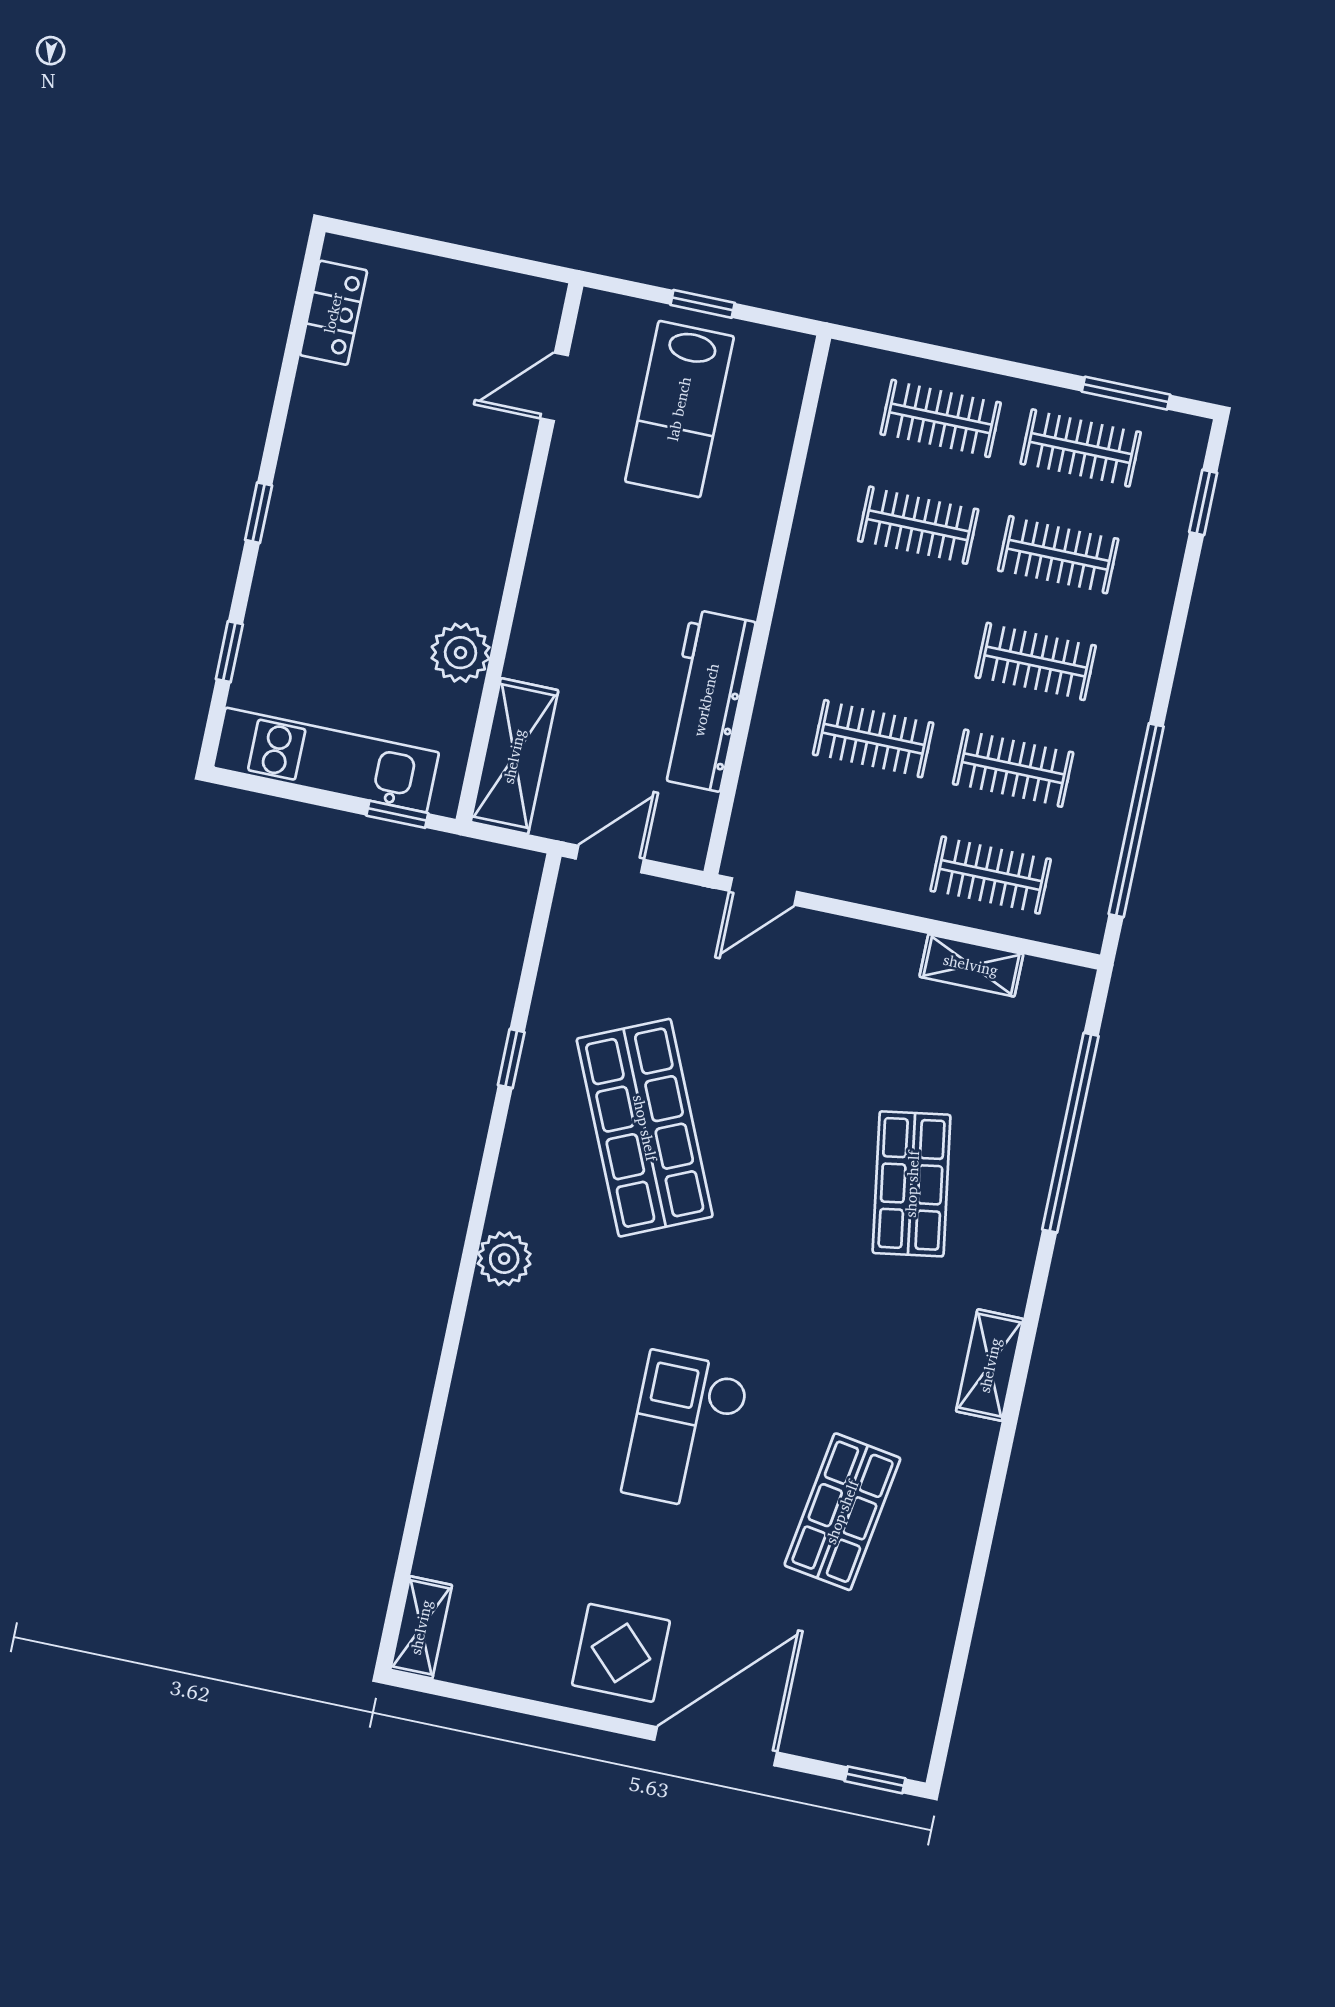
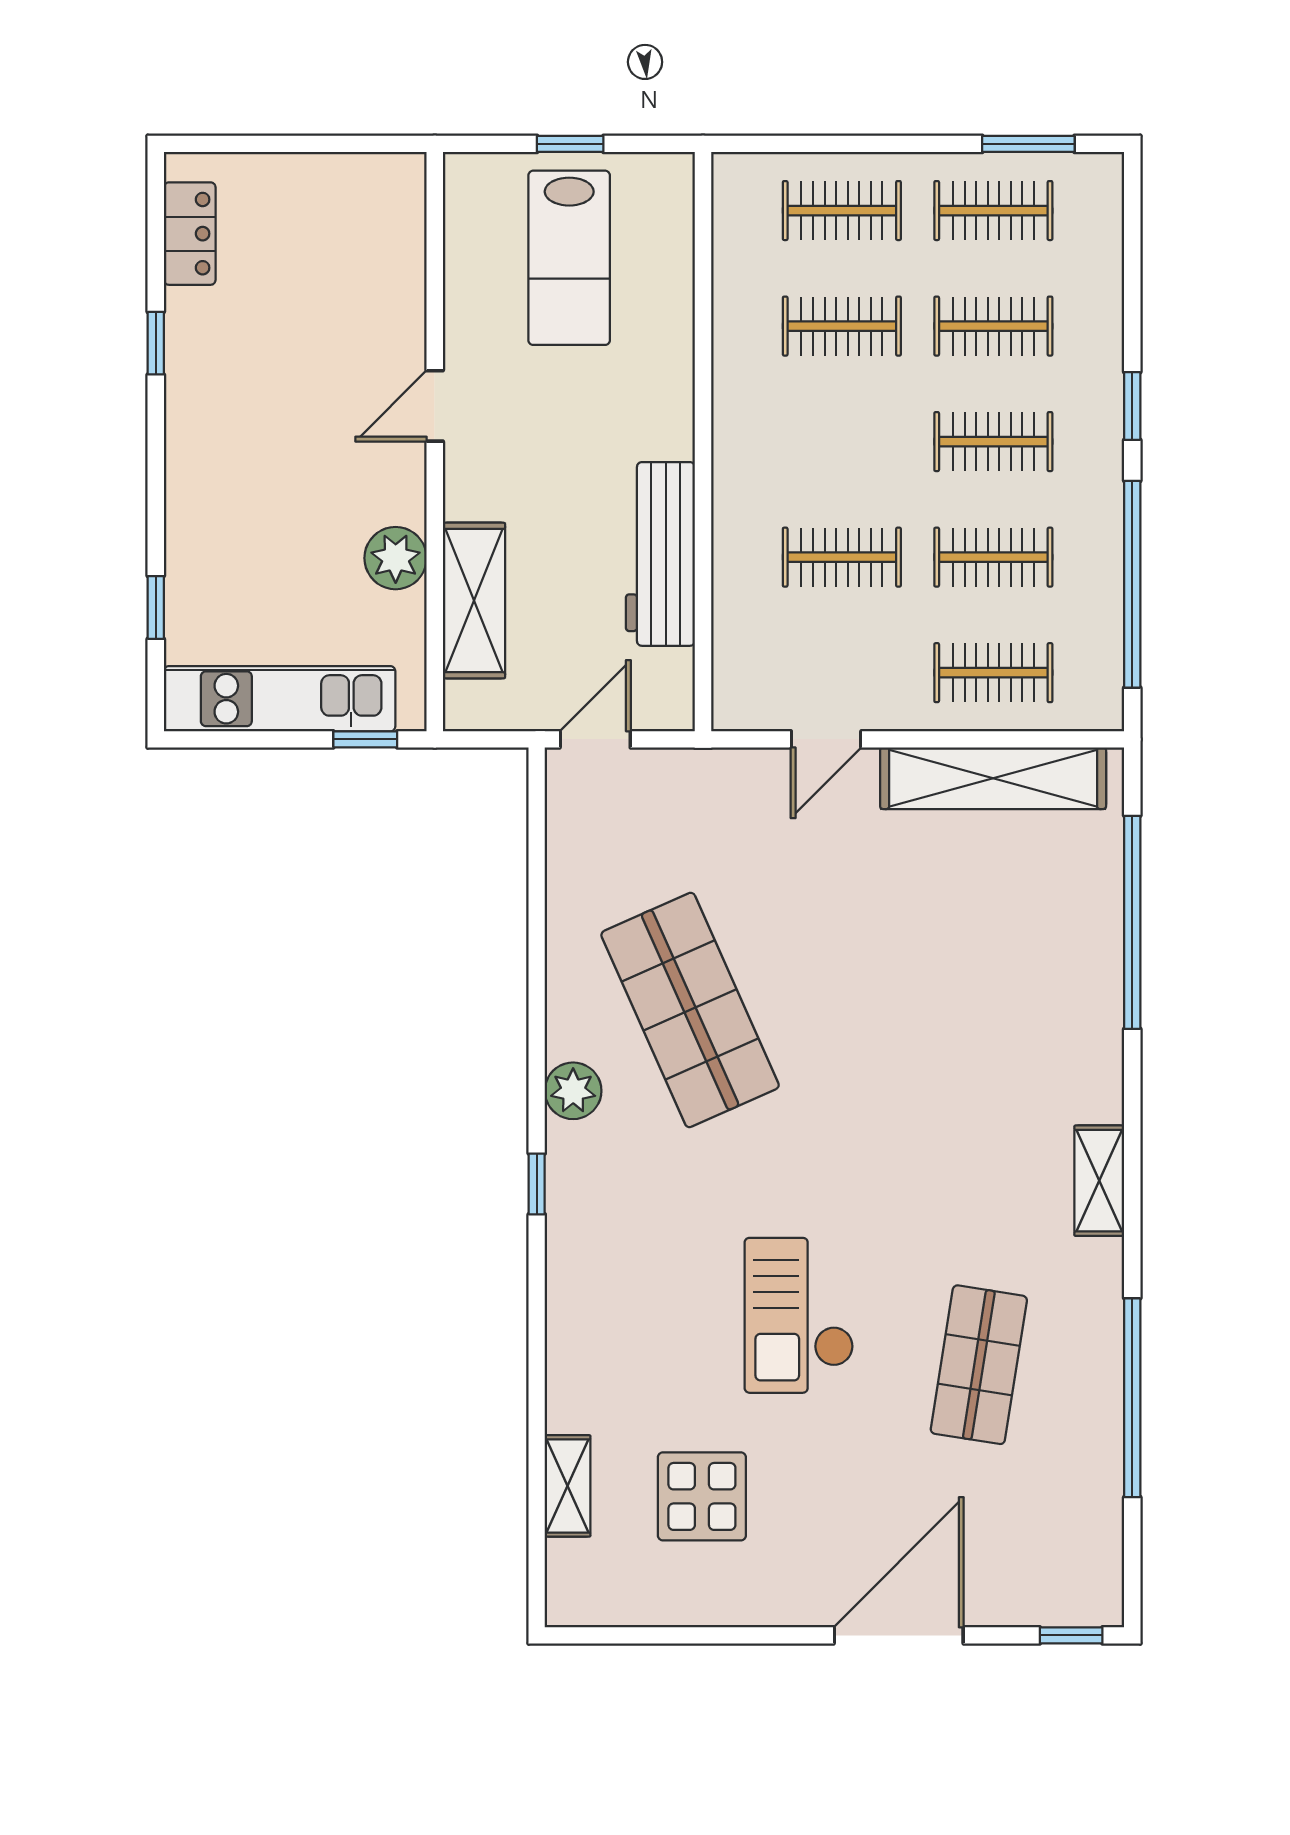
door: (554, 387) -> (435, 406), moved
window: (1203, 502) -> (1132, 406), moved
window: (259, 513) -> (156, 343), moved
shelving: (514, 756) -> (474, 601), moved
door: (763, 891) -> (826, 739), moved
shelving: (971, 965) -> (993, 778), width x2.20, depth x1.33
window: (511, 1059) -> (537, 1184), moved
shop shelf: (912, 1184) -> (979, 1010), removed
plant: (504, 1259) -> (573, 1091), moved
window: (978, 1572) -> (1132, 1398), added
shelving: (421, 1627) -> (568, 1486), moved
display table: (621, 1653) -> (702, 1496), moved

